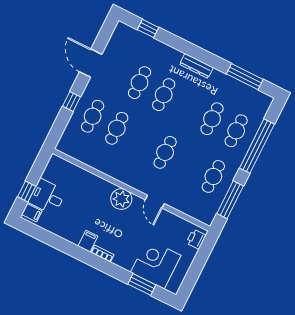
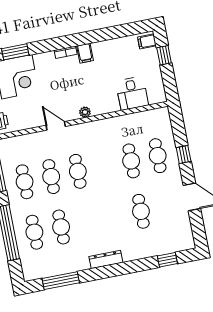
cafe table: (164, 95) -> (51, 177), moved
desk: (47, 197) -> (132, 93), moved, turned 90
plant: (121, 199) -> (85, 112), width x0.53, depth x0.53

